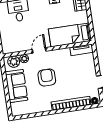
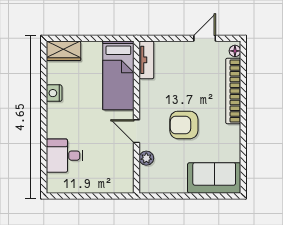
plant: (14, 62) -> (149, 176), removed
sofa: (16, 86) -> (214, 178), moved

